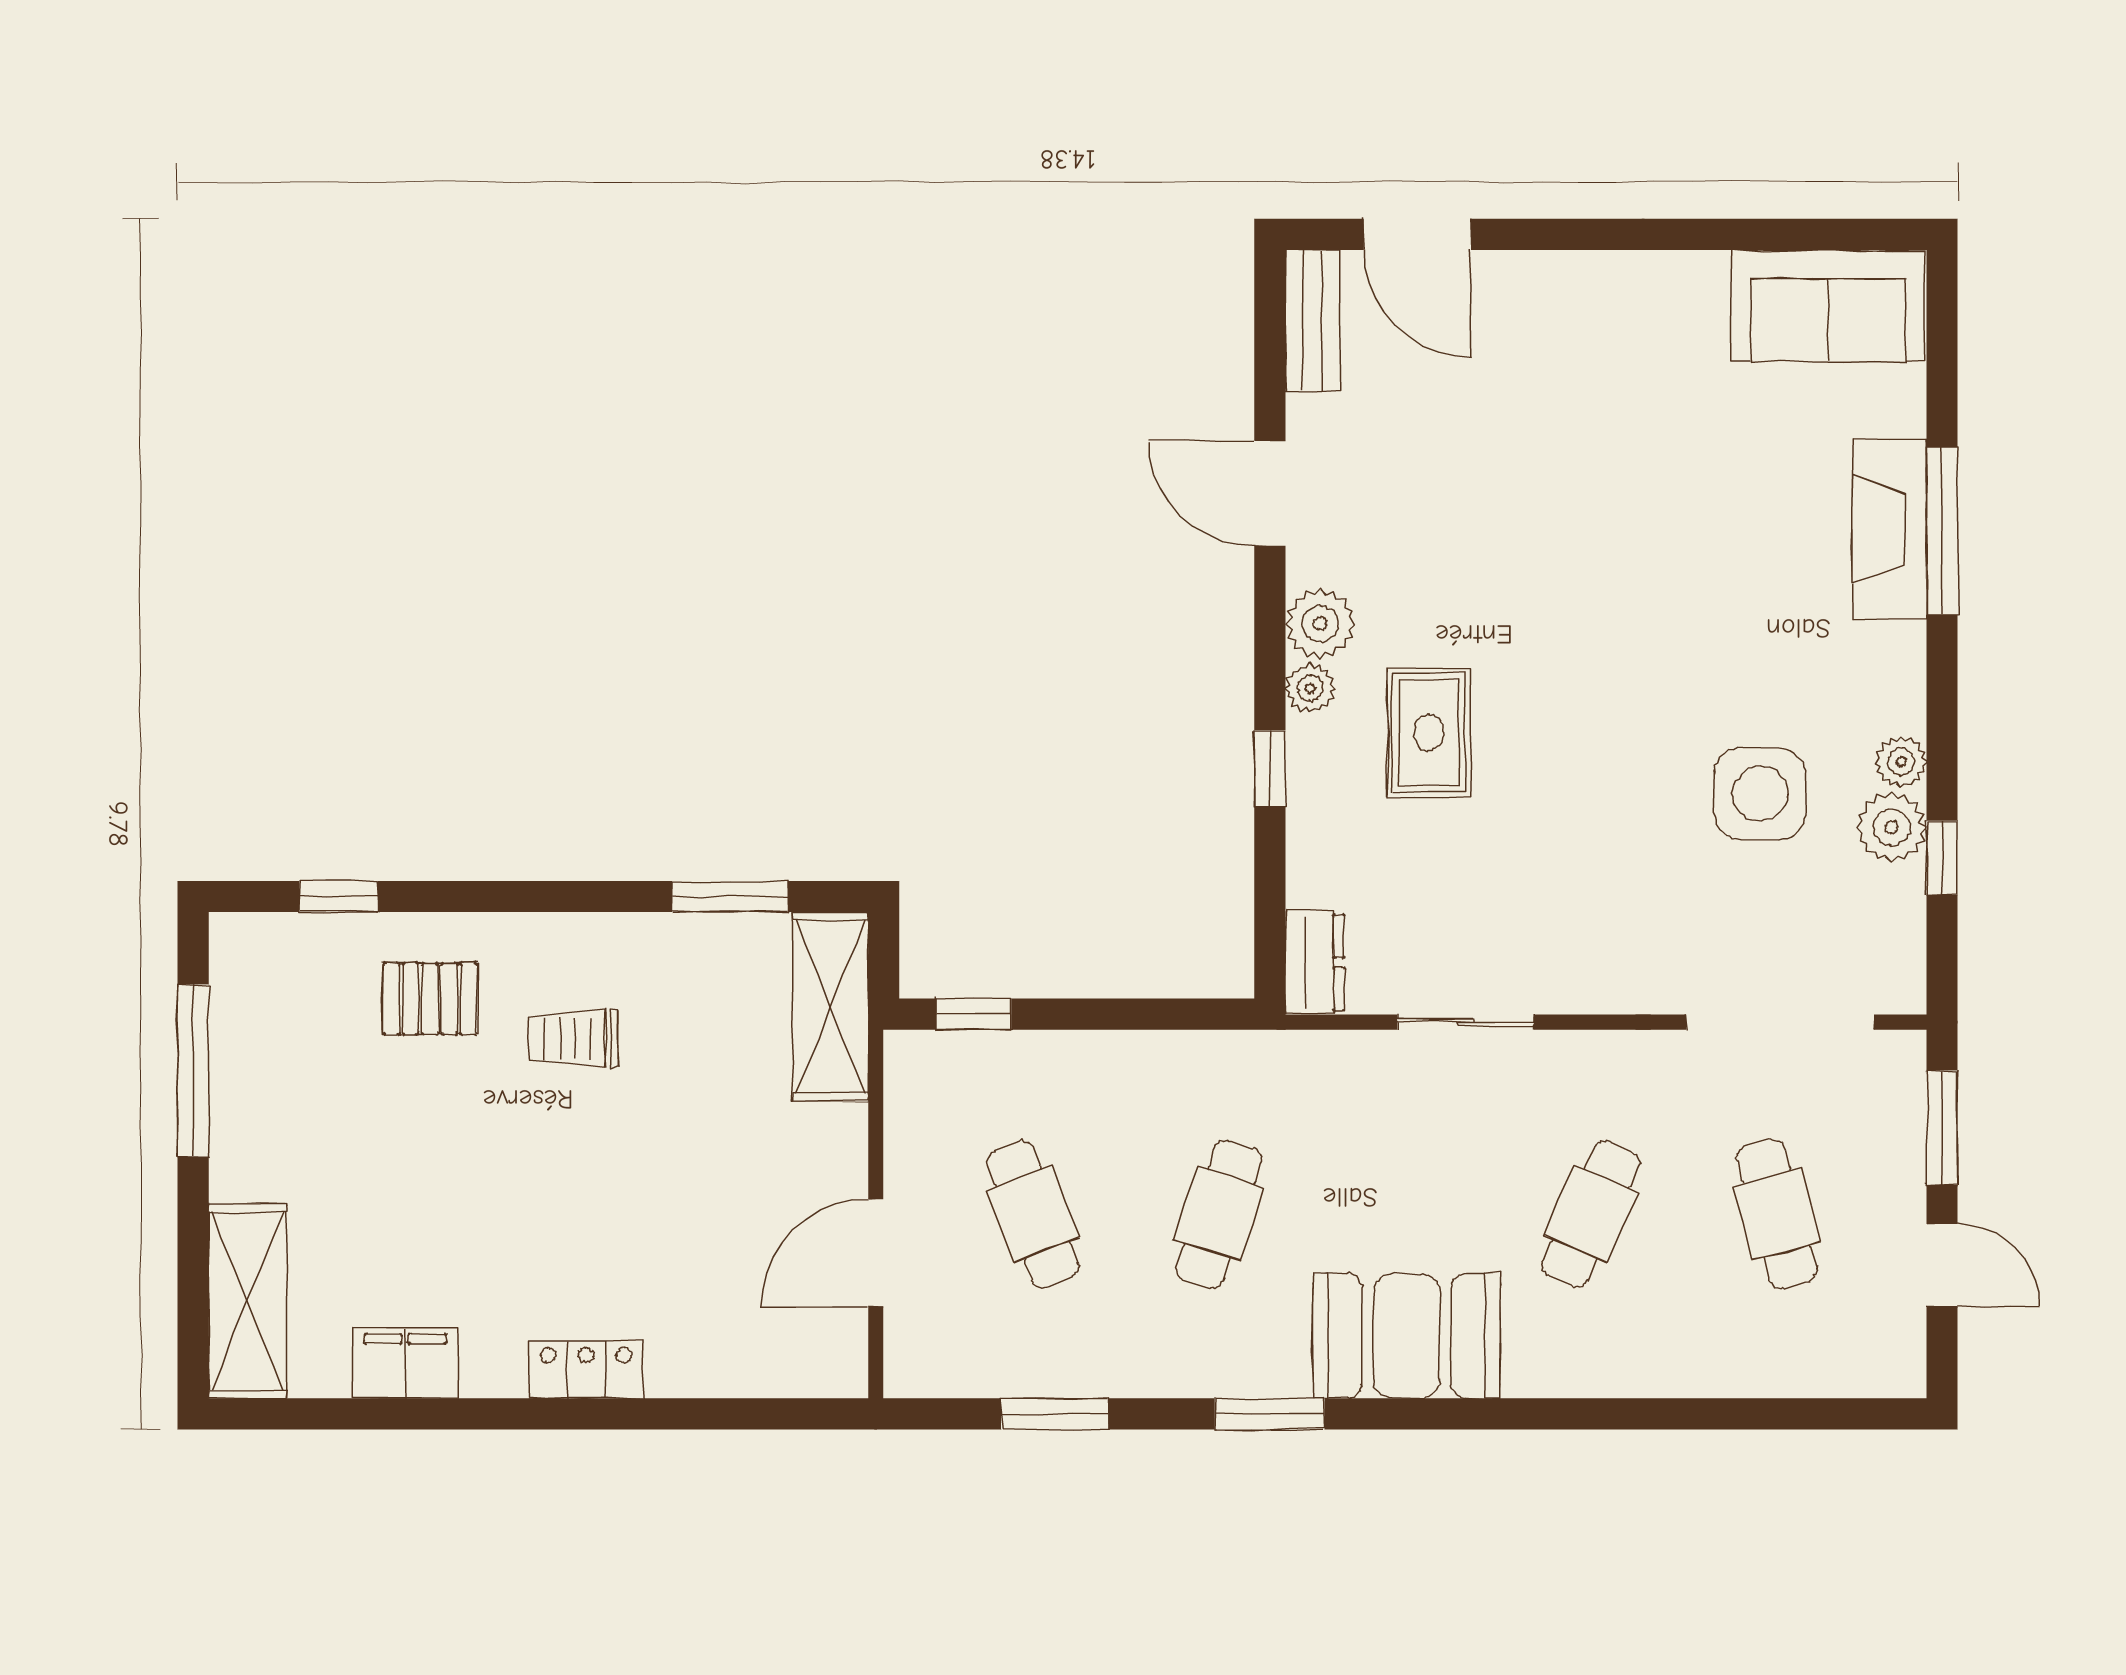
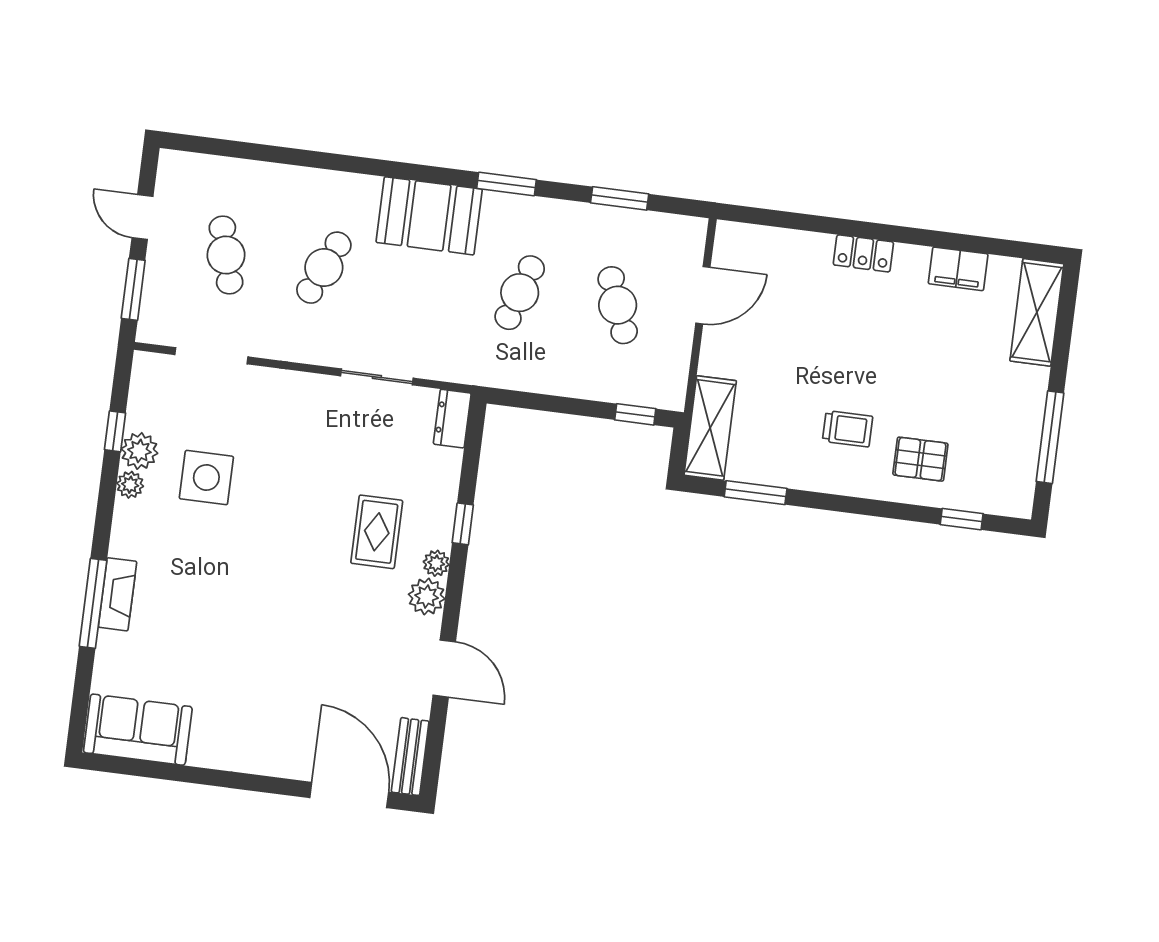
door: (1417, 234) -> (349, 795), width x1.36
fireplace: (1889, 530) -> (118, 594), width x0.73, depth x0.76
doorway: (1780, 1022) -> (211, 356), width x0.73

